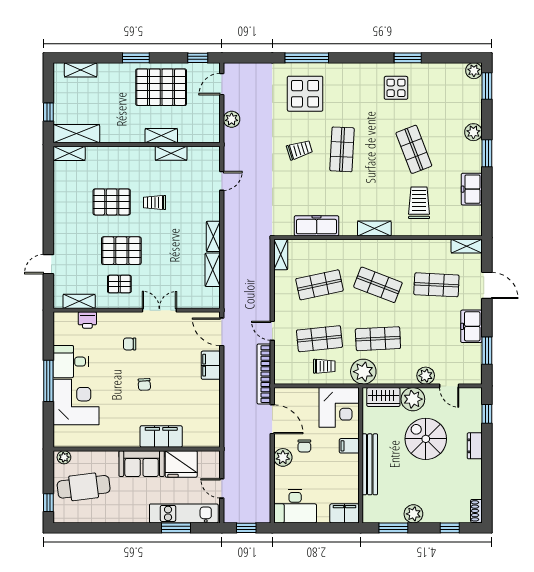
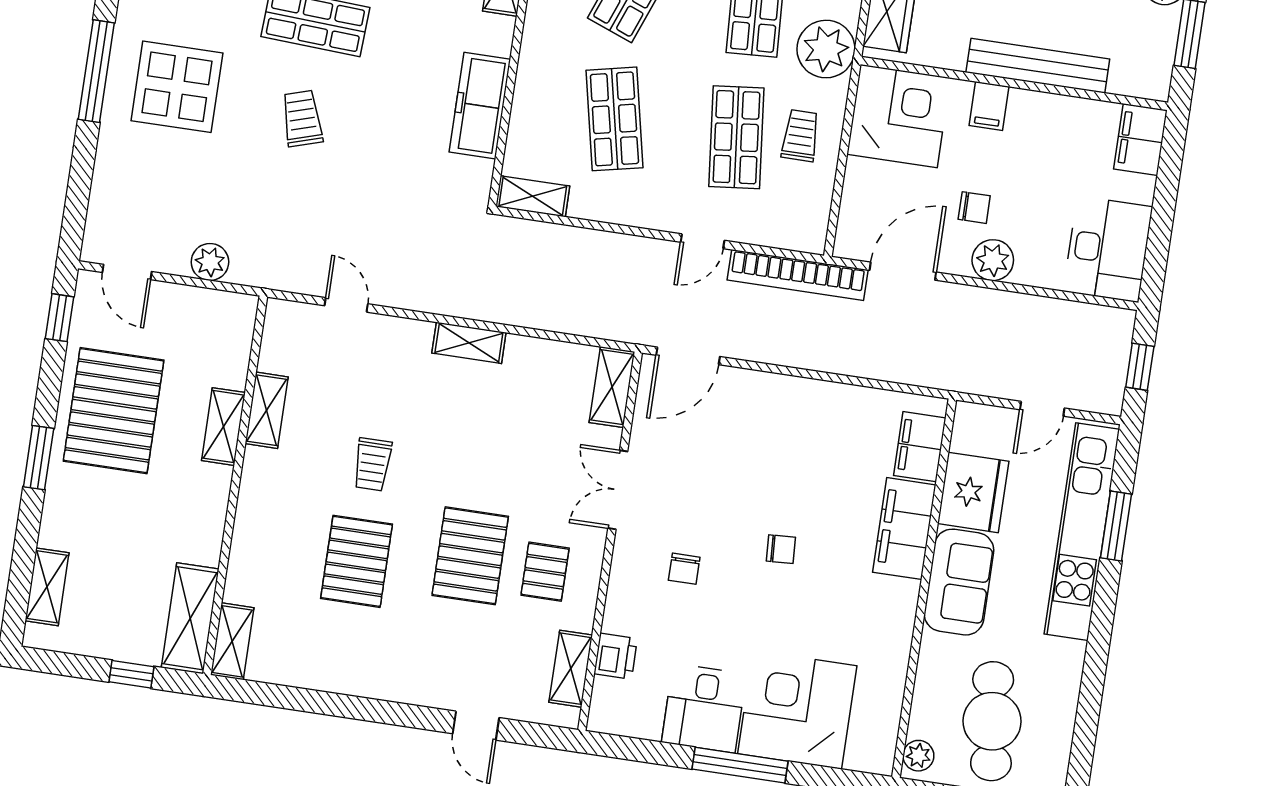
shelving: (213, 270) -> (612, 387), moved, turned 90
filing cabinet: (211, 365) -> (920, 447), moved, turned 90
kitchen unit: (184, 513) -> (1082, 532), width x1.36

